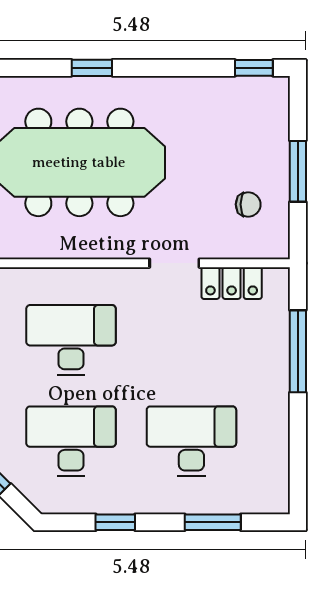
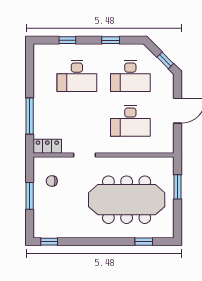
window: (92, 68) -> (144, 242), moved
locker: (232, 283) -> (47, 146), moved
window: (213, 522) -> (67, 40), width x0.67

